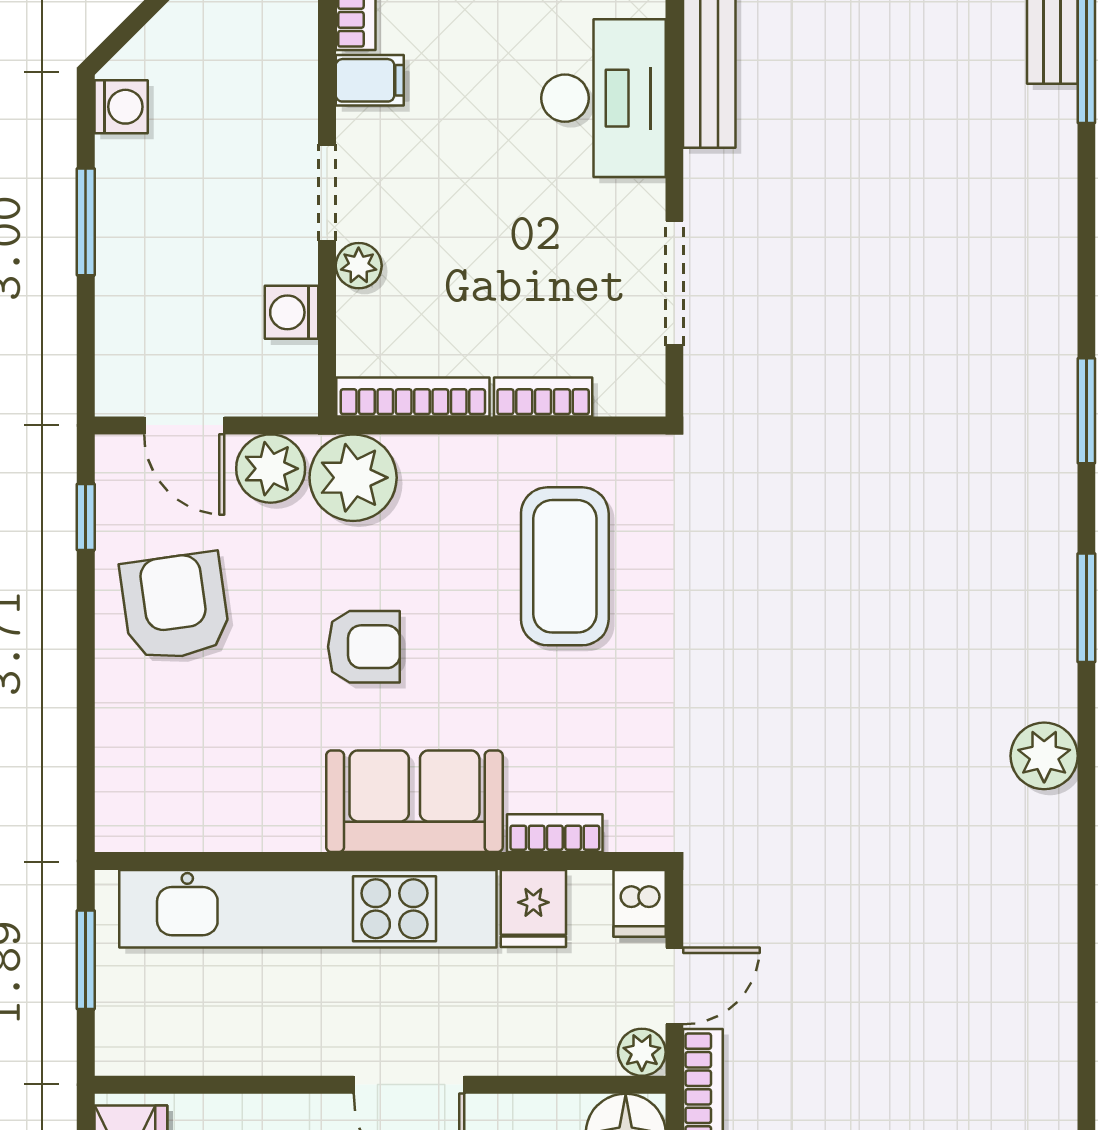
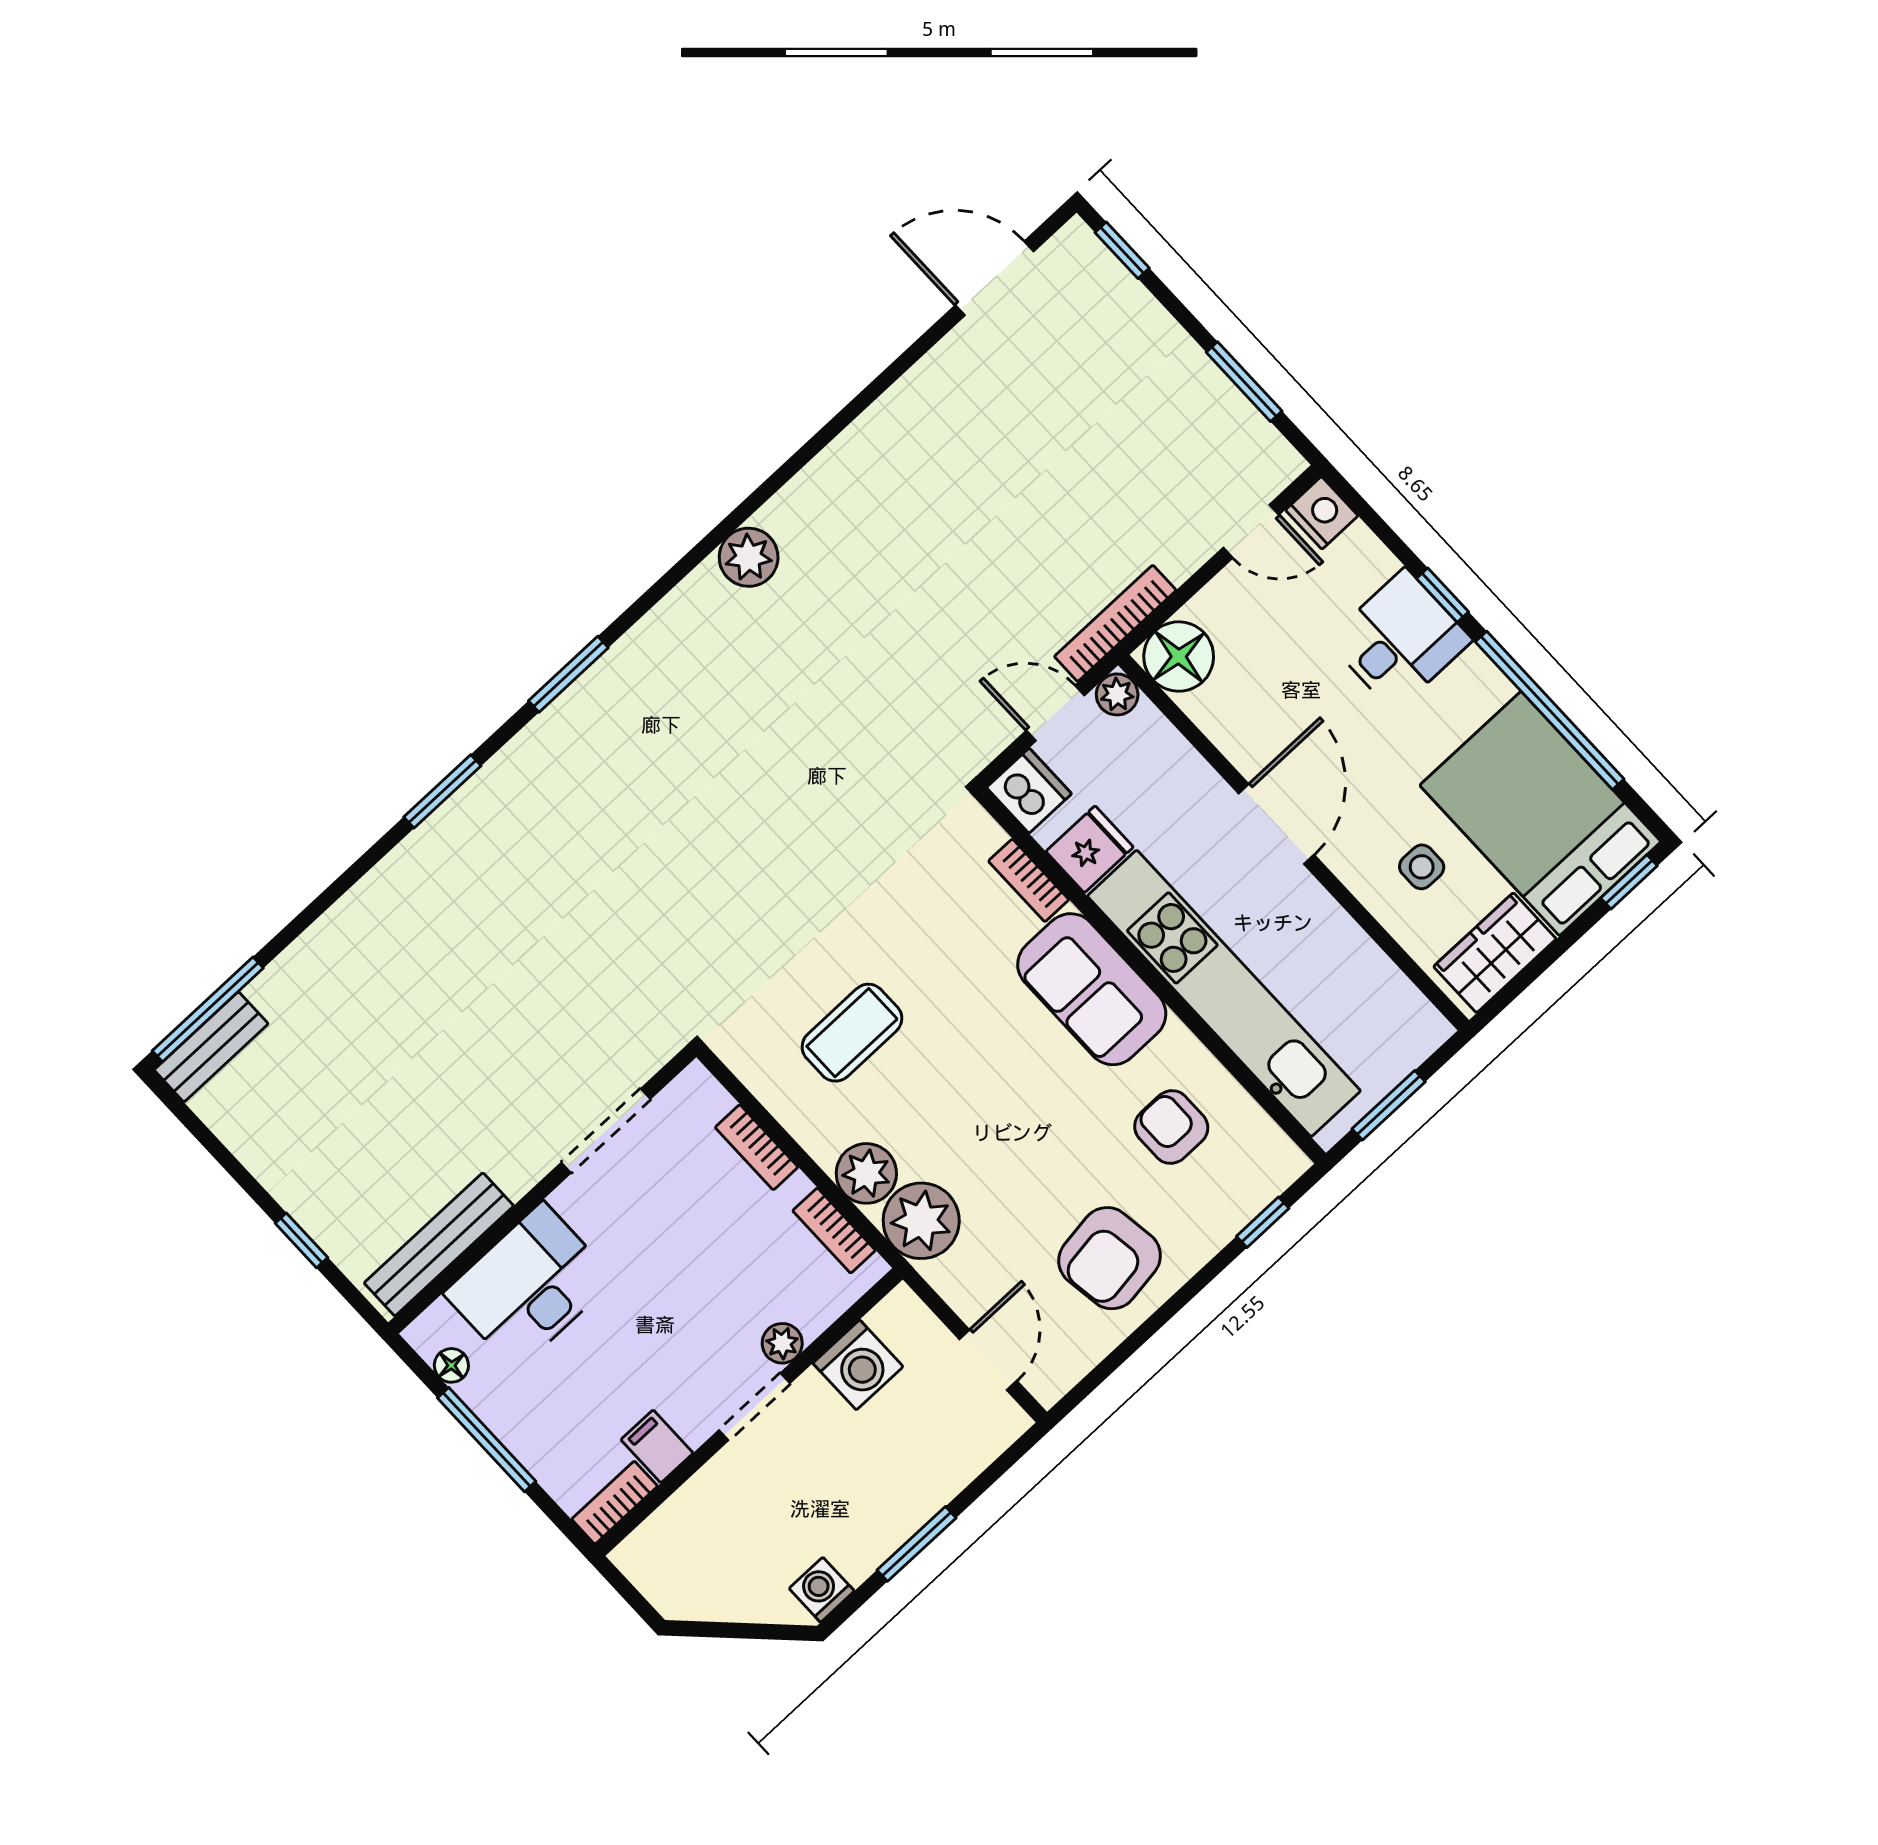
washing machine: (292, 312) -> (858, 1365), width x1.38, depth x1.38
bookcase: (413, 397) -> (834, 1231), width x0.64
plant: (271, 469) -> (866, 1173), moved
window: (86, 517) -> (1263, 1222), moved
coffee table: (565, 566) -> (852, 1033), width x0.73, depth x0.76
armchair: (364, 647) -> (1171, 1127), moved
plant: (1044, 756) -> (749, 557), moved
dishwasher: (640, 903) -> (1029, 791), width x1.38

